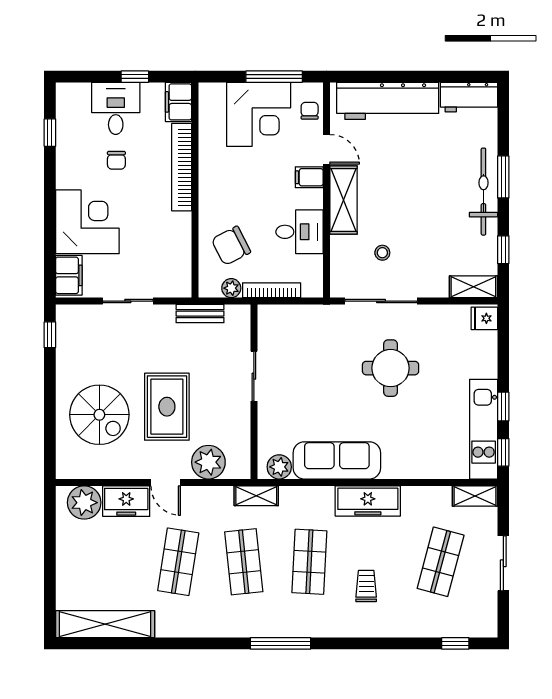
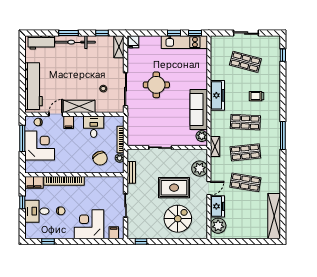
workbench: (469, 97) -> (41, 42), moved, turned 90
filing cabinet: (69, 275) -> (114, 233), width x0.50
shelving: (475, 496) -> (215, 46), removed

